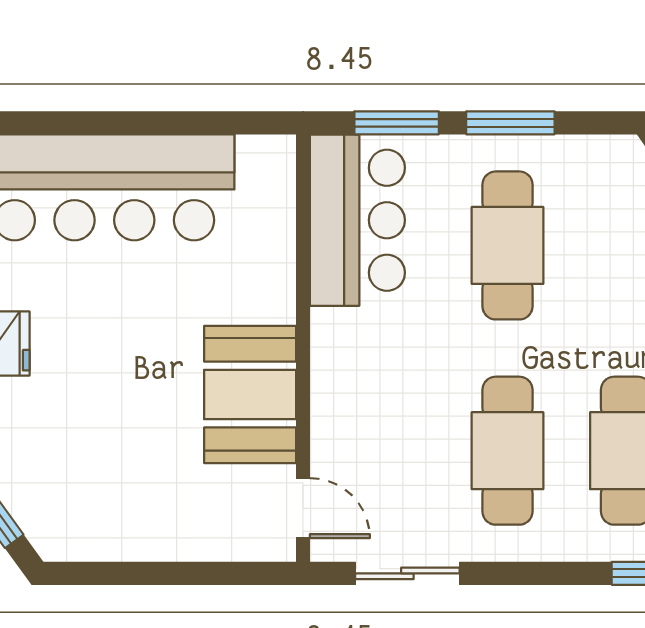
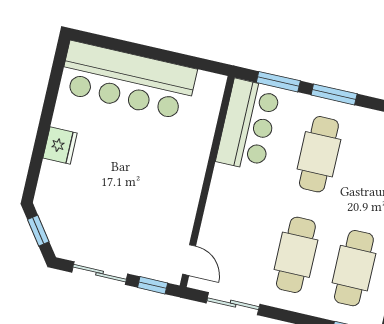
booth: (250, 394) -> (176, 198), removed
sliding door: (135, 573) -> (100, 273), added
window: (243, 573) -> (153, 285), added

